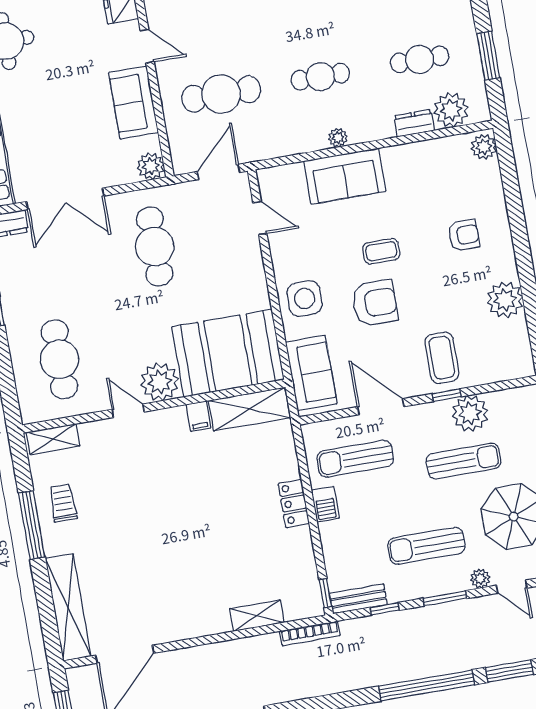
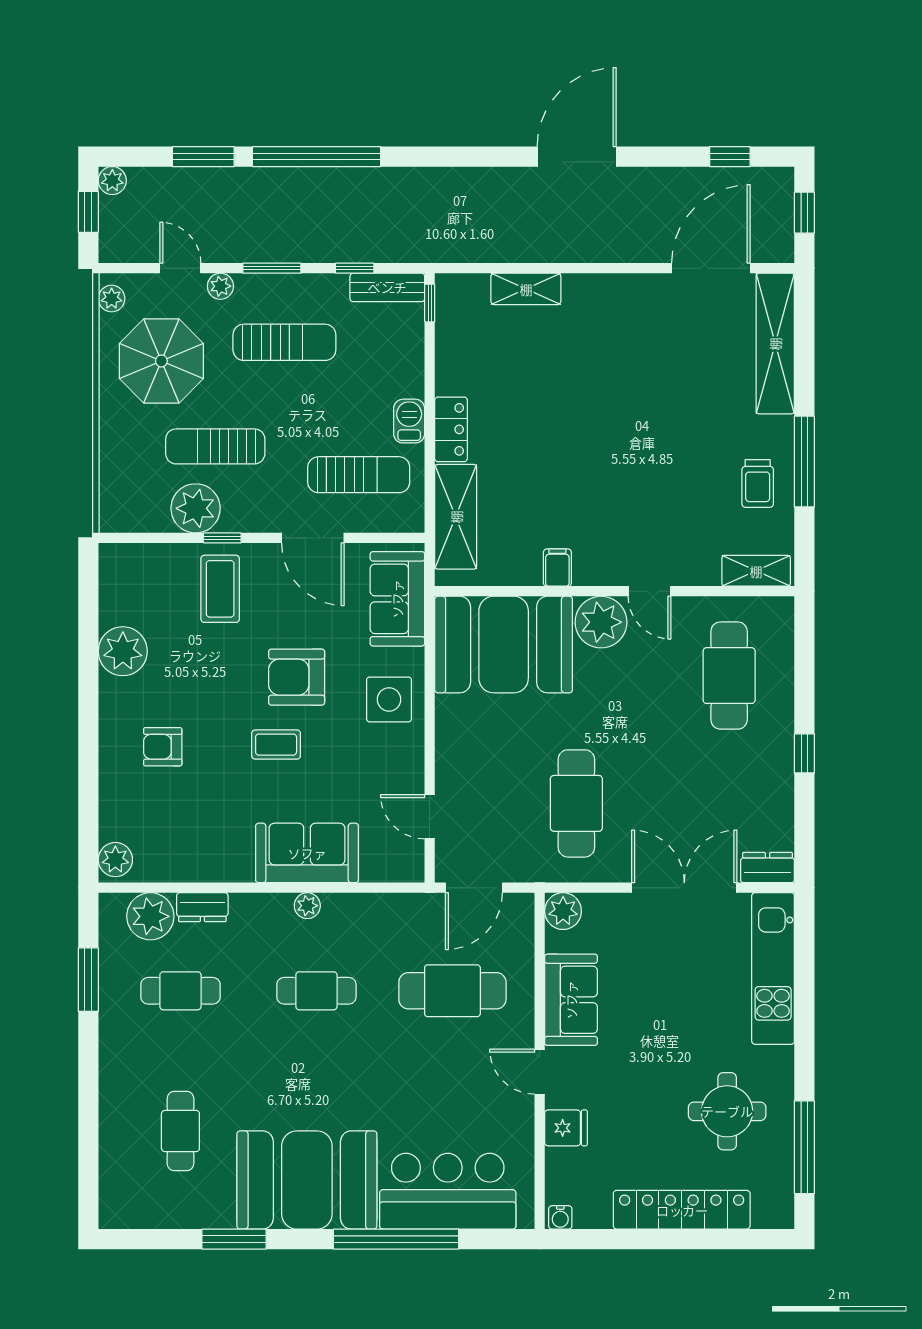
shelving: (249, 409) -> (456, 517), moved, turned 90
bookcase: (310, 633) -> (460, 253), removed

